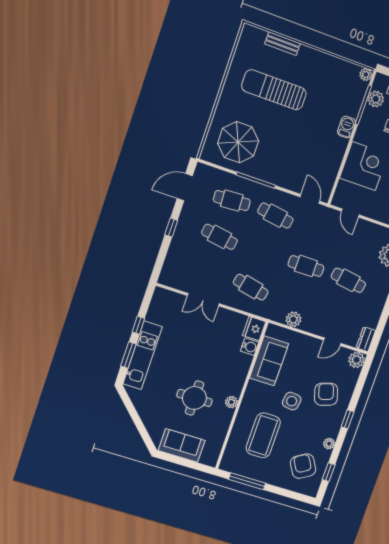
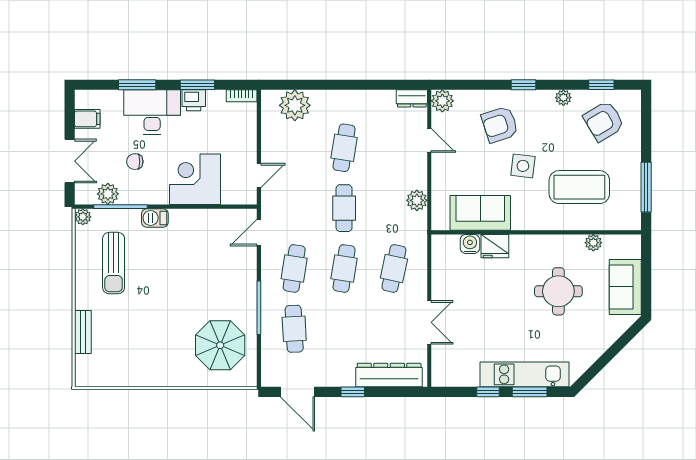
sun lounger: (274, 90) -> (114, 263), moved, width x0.73, depth x0.75
cafe table: (219, 237) -> (344, 268), moved
dresser: (175, 258) -> (389, 375), added
fridge: (254, 329) -> (495, 246), moved
plant: (231, 402) -> (593, 243), moved

